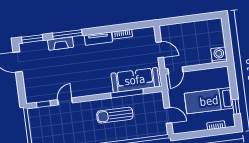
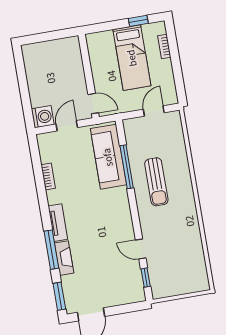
tv unit: (98, 39) -> (58, 223), moved
washing machine: (219, 55) -> (43, 117), moved, turned 180

